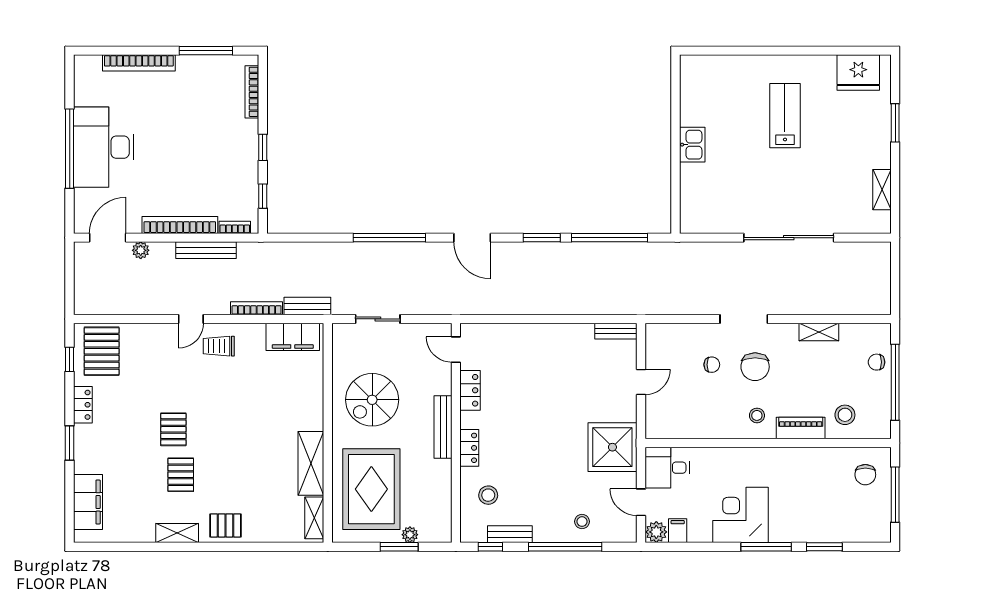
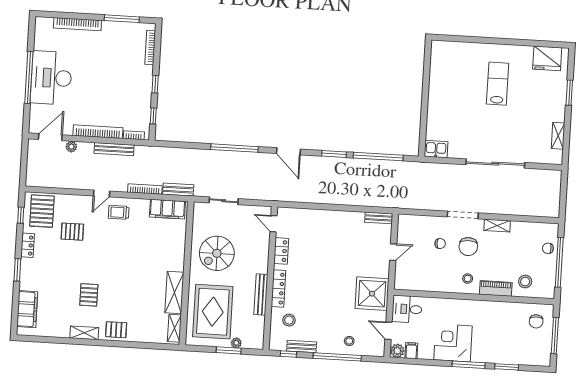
kitchen sink: (692, 145) -> (436, 149), moved, turned -90
shelving: (819, 332) -> (497, 225), moved
bench: (443, 427) -> (261, 294), moved
pallet: (173, 429) -> (72, 232), moved, turned 90
locker: (469, 448) -> (278, 289), width x1.53

